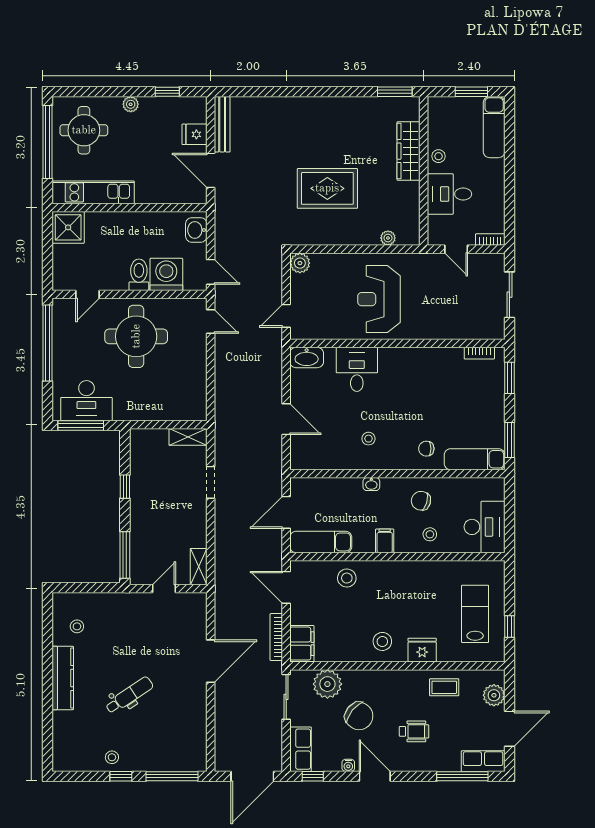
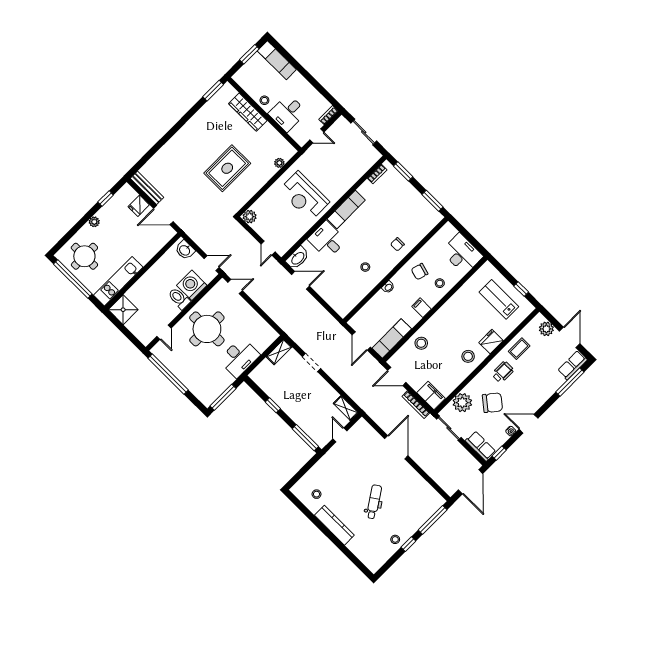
desk: (86, 401) -> (239, 358), moved
door: (286, 419) -> (300, 280), moved
exam couch: (475, 459) -> (346, 210), moved, turned 180
wheelchair: (414, 731) -> (503, 372), moved

